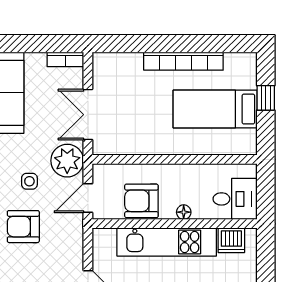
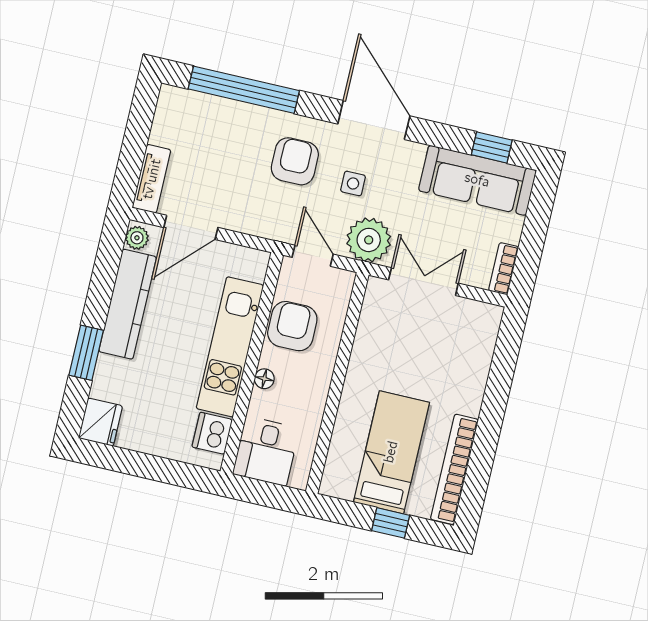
bookcase: (183, 61) -> (454, 469), moved

